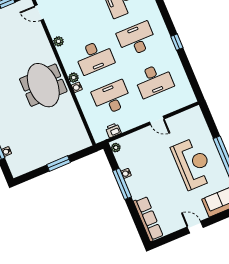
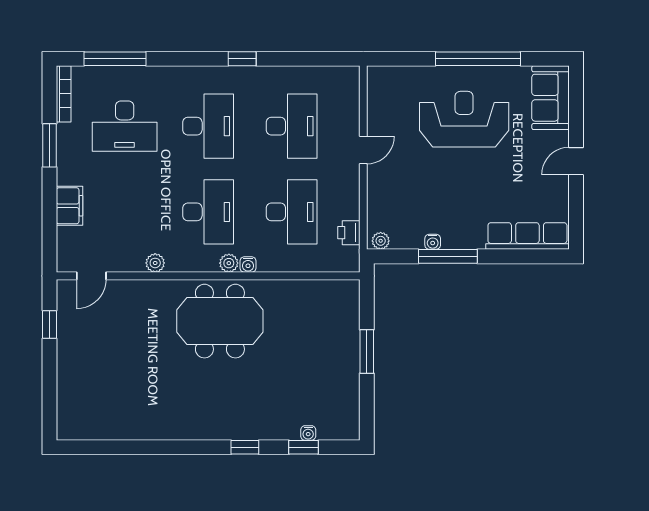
desk: (137, 39) -> (208, 126), turned 180
desk: (112, 98) -> (292, 212), turned 180

